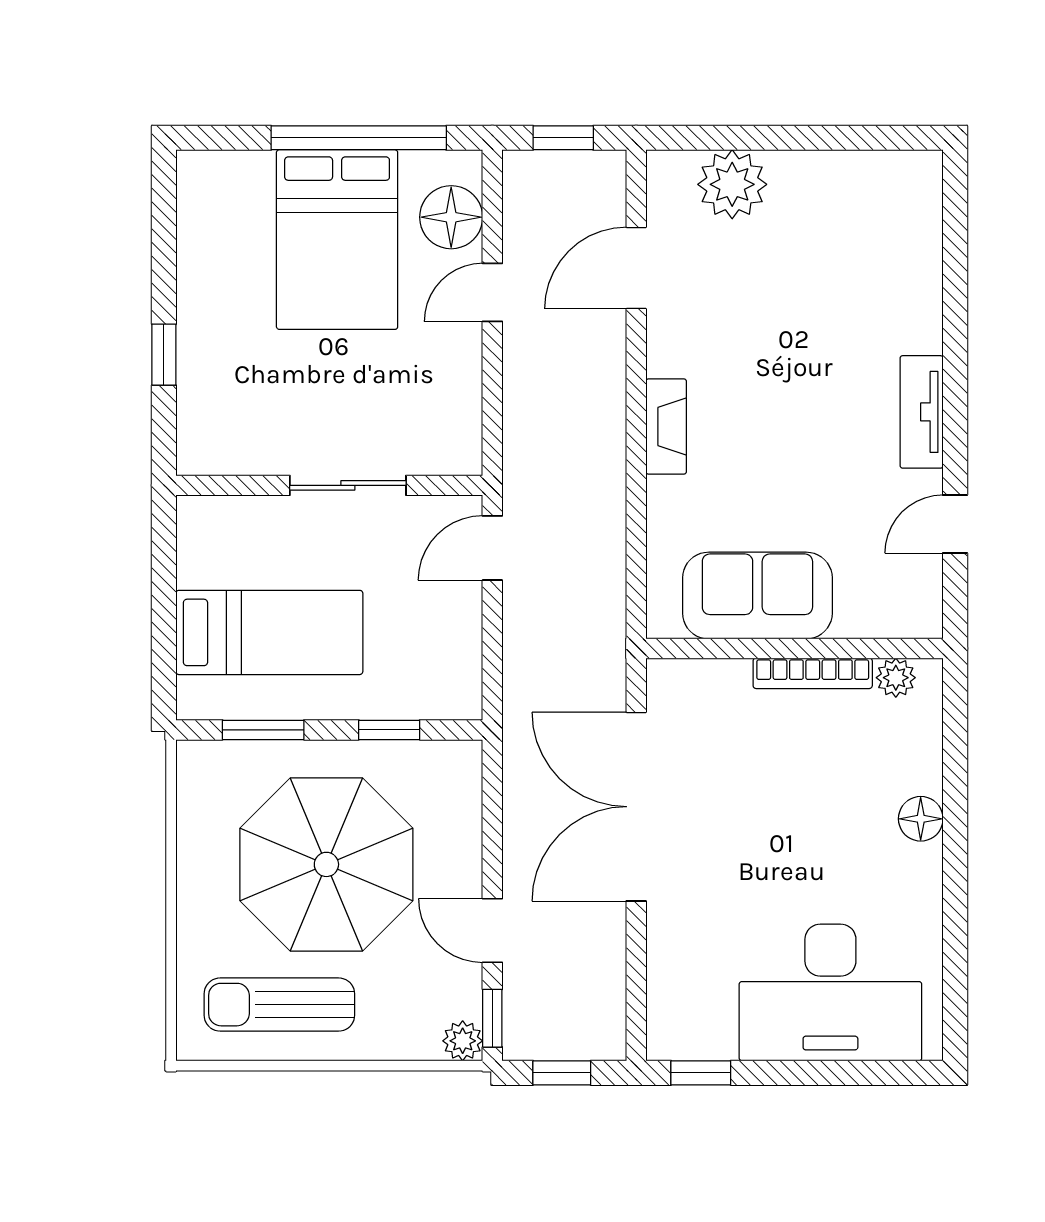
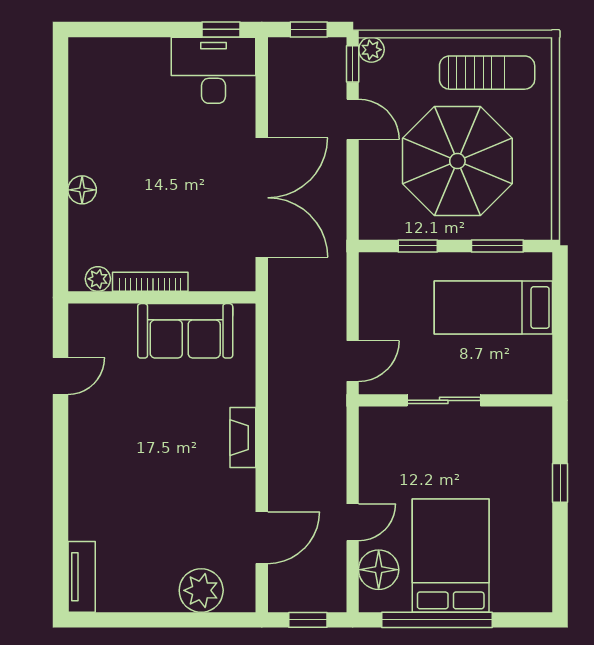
tv unit: (922, 412) -> (82, 577), moved
desk: (830, 992) -> (214, 70), moved, width x0.73, depth x0.77

